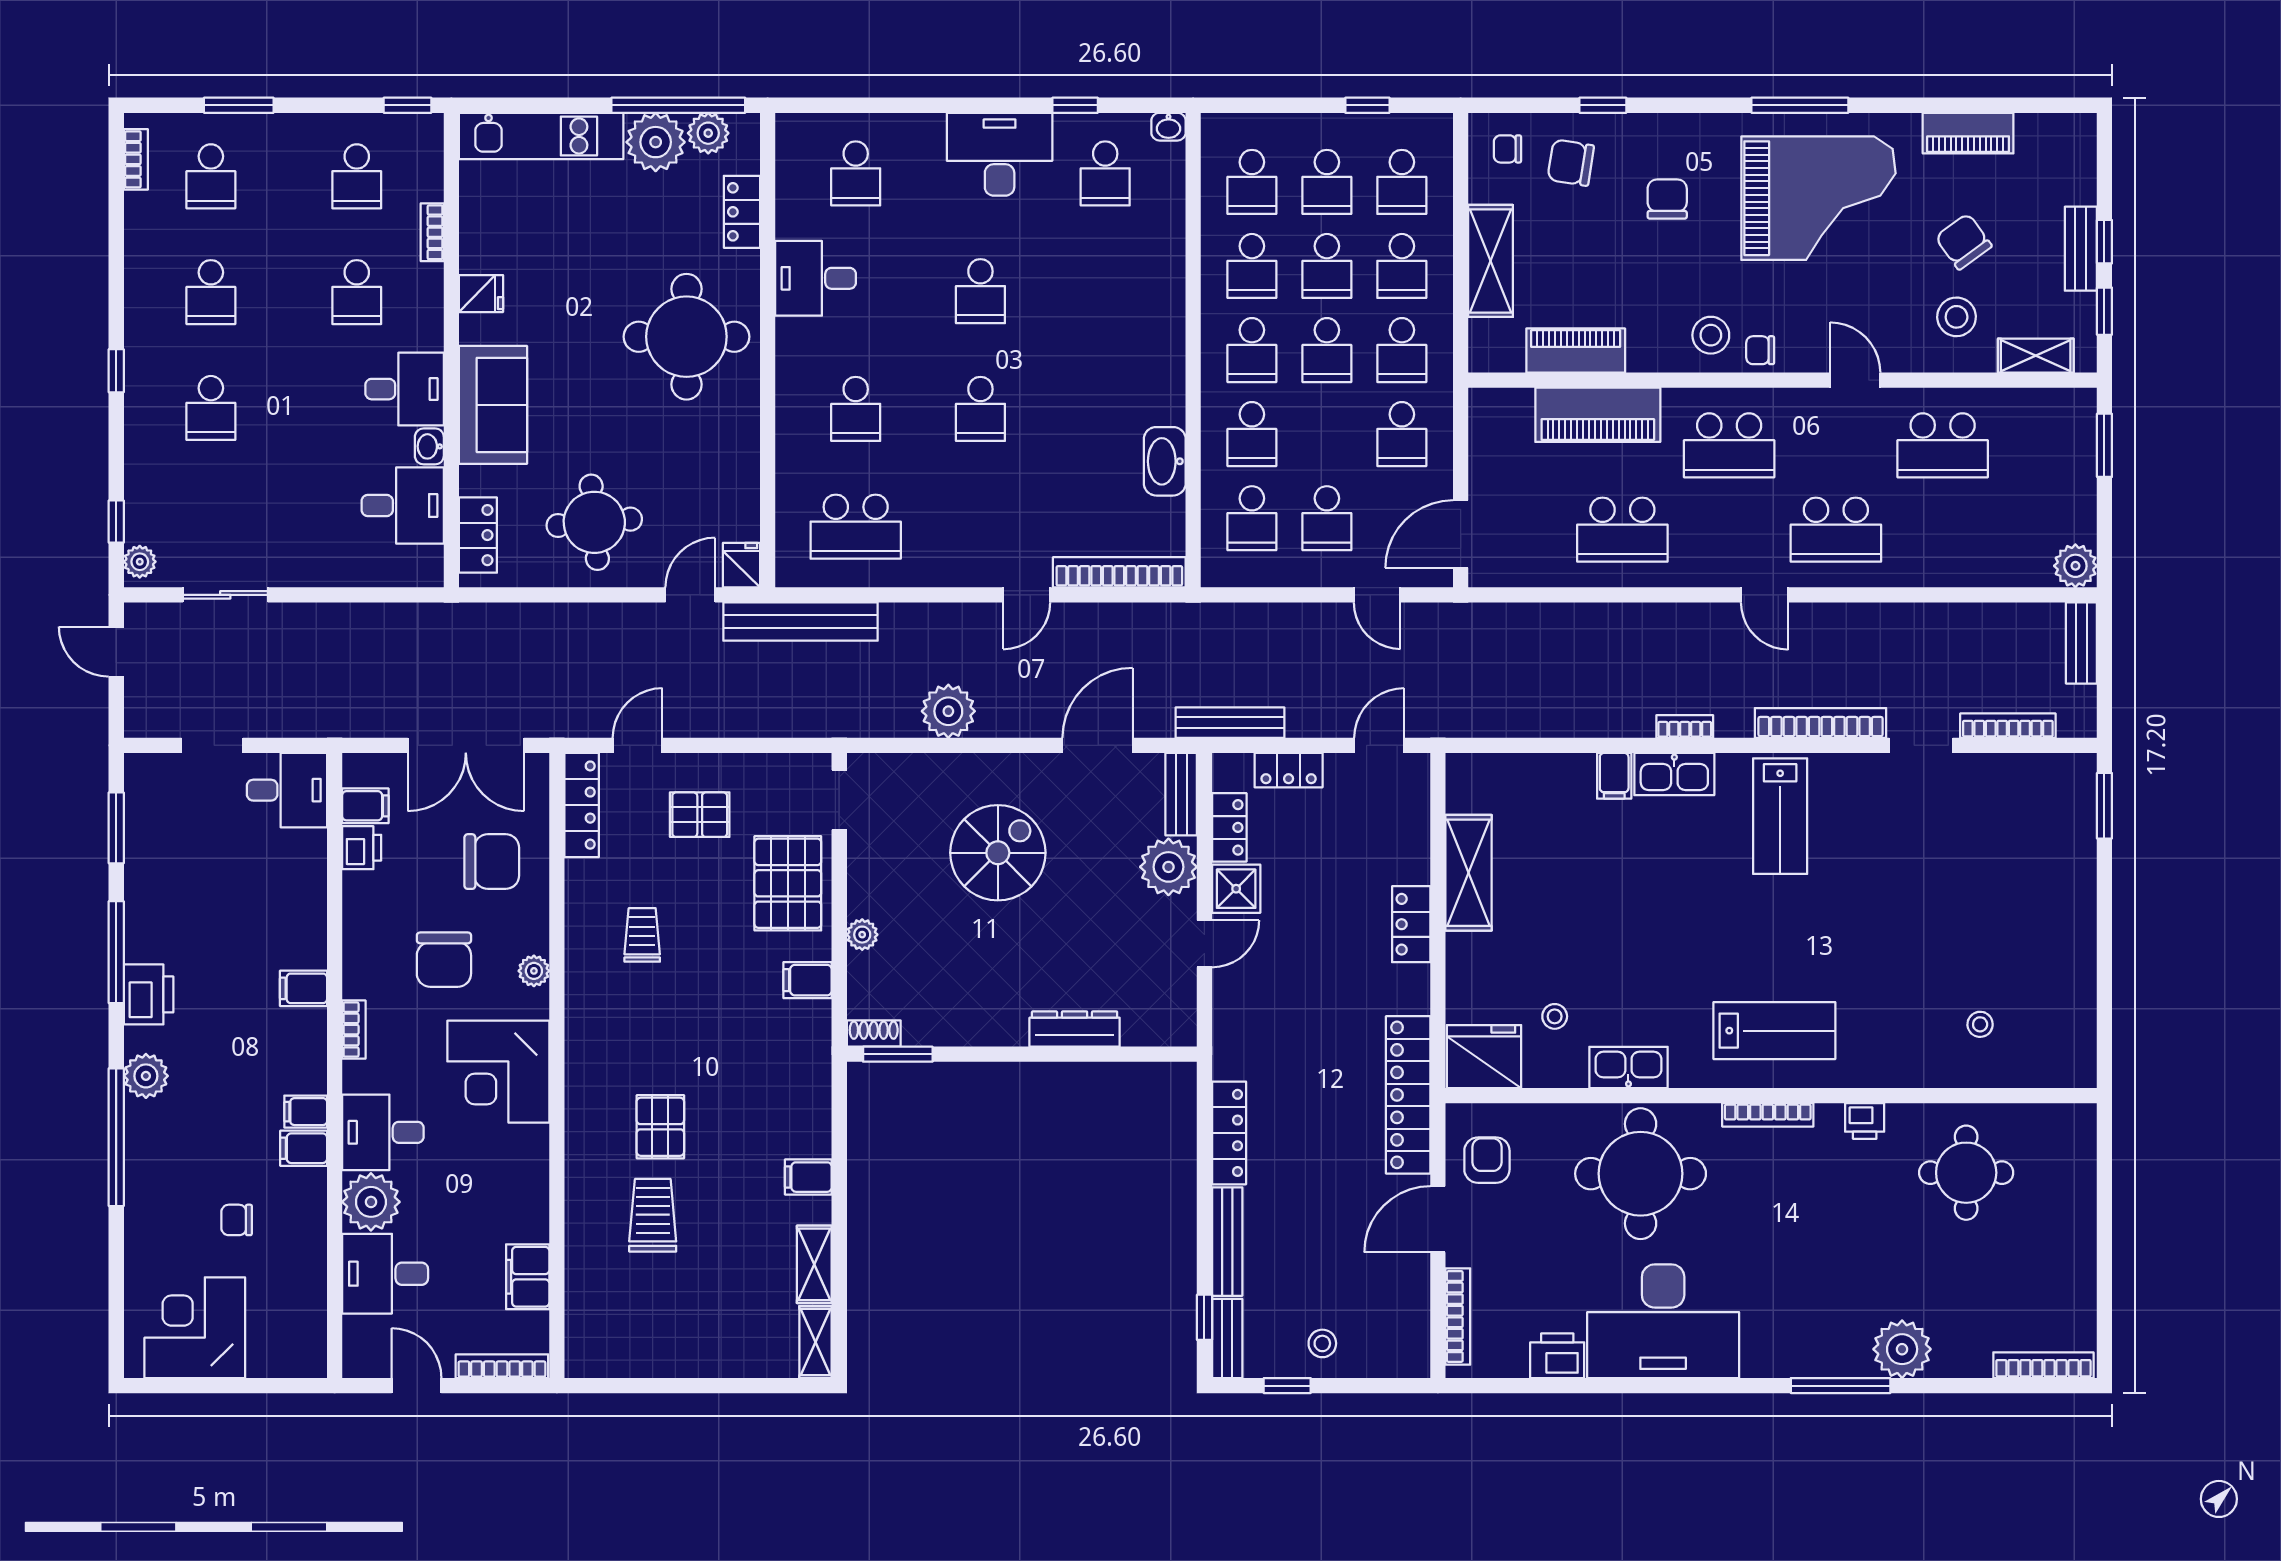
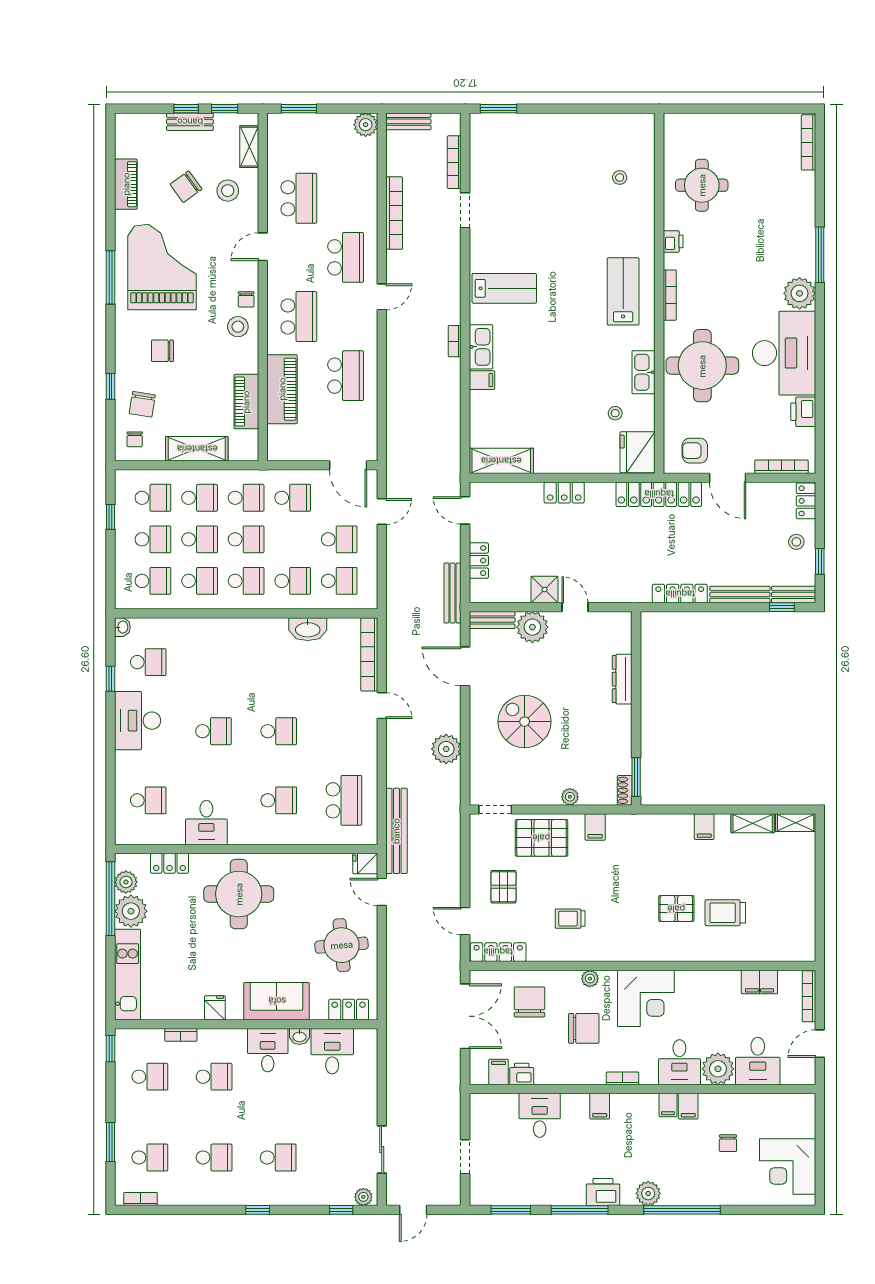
bookcase: (1821, 723) -> (394, 213), moved, turned 180
desk: (287, 790) -> (540, 1115), moved
locker: (1229, 827) -> (806, 501), moved, turned -90
shelving: (1469, 873) -> (501, 461), moved
plant: (1902, 1349) -> (800, 293), moved

